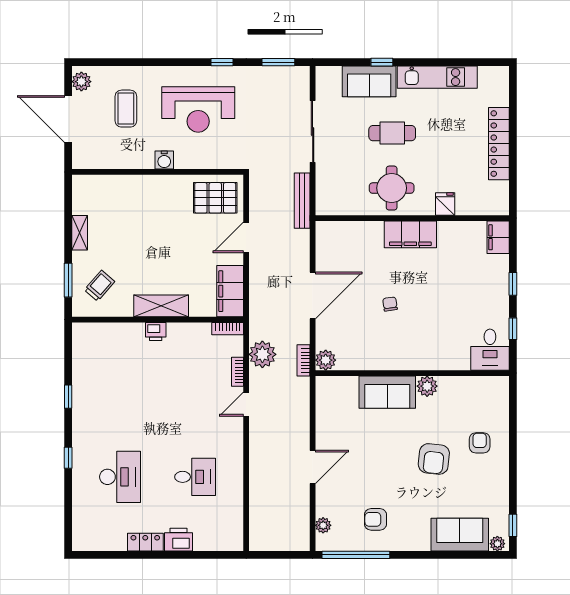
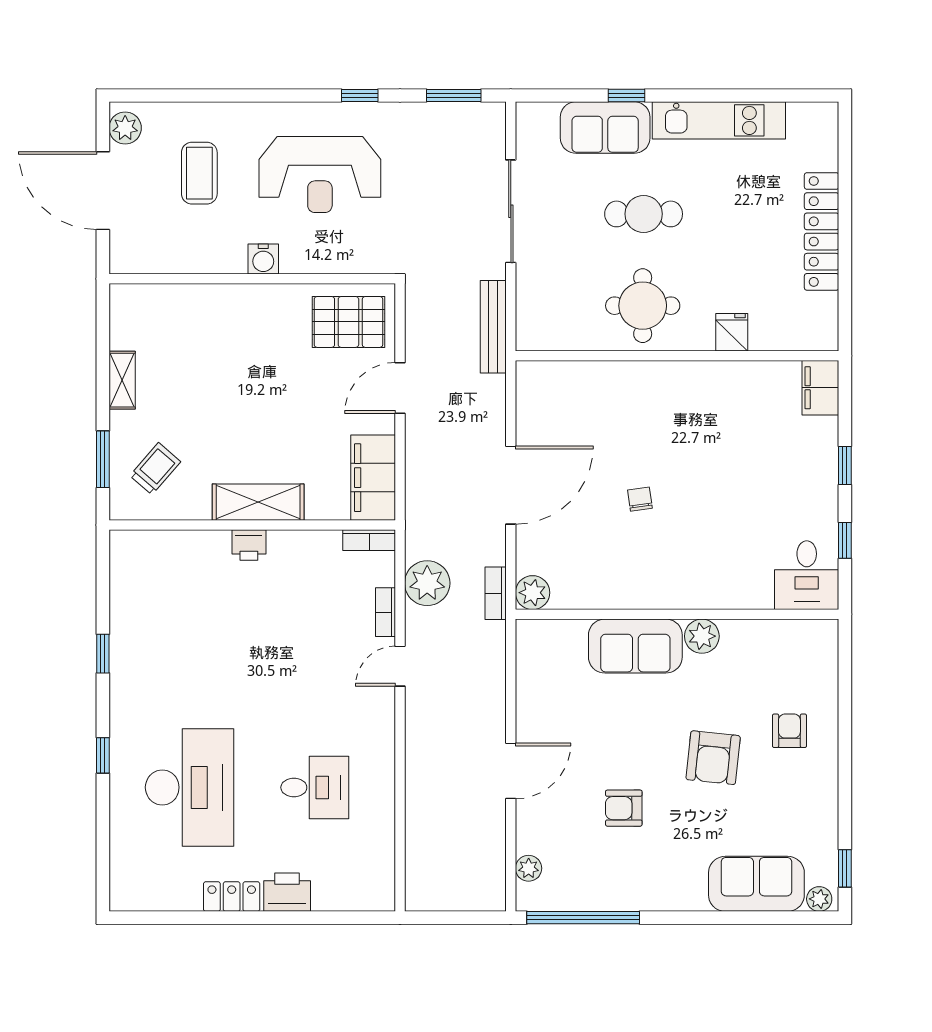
filing cabinet: (410, 234) -> (674, 383), removed
desk: (120, 477) -> (190, 787), width x1.36, depth x1.30
armchair: (375, 519) -> (624, 808), moved

